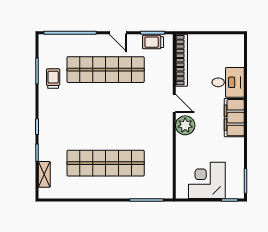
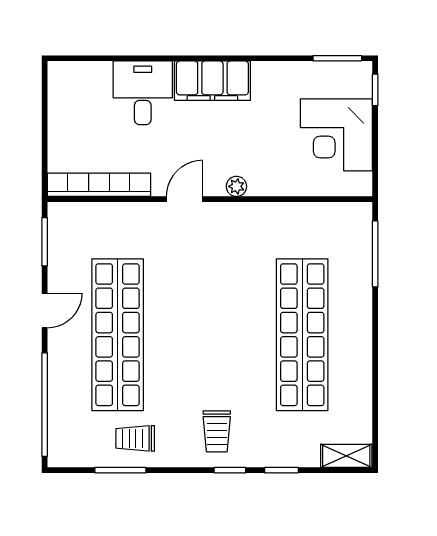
trolley: (153, 42) -> (217, 431), moved
plant: (185, 125) -> (236, 186), width x0.53, depth x0.53
shelving: (44, 174) -> (346, 456), moved

